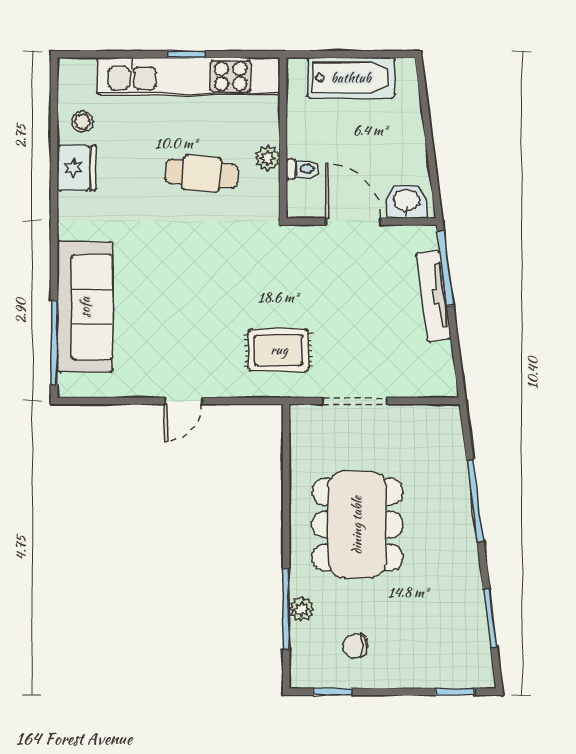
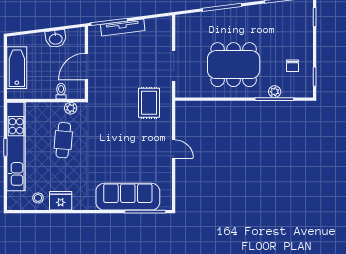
plant: (268, 158) -> (71, 108), moved
washbasin: (406, 201) -> (56, 39), moved, turned -97

